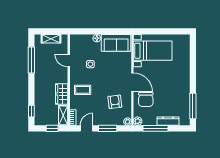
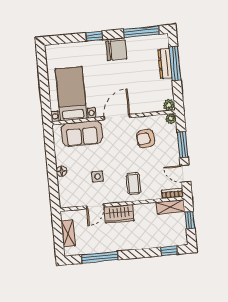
sofa: (116, 43) -> (82, 133), moved, turned 90
window: (193, 71) -> (94, 36), added
wardrobe: (62, 94) -> (119, 214), moved
chair: (146, 99) -> (116, 50), moved
window: (155, 128) -> (175, 63), moved

